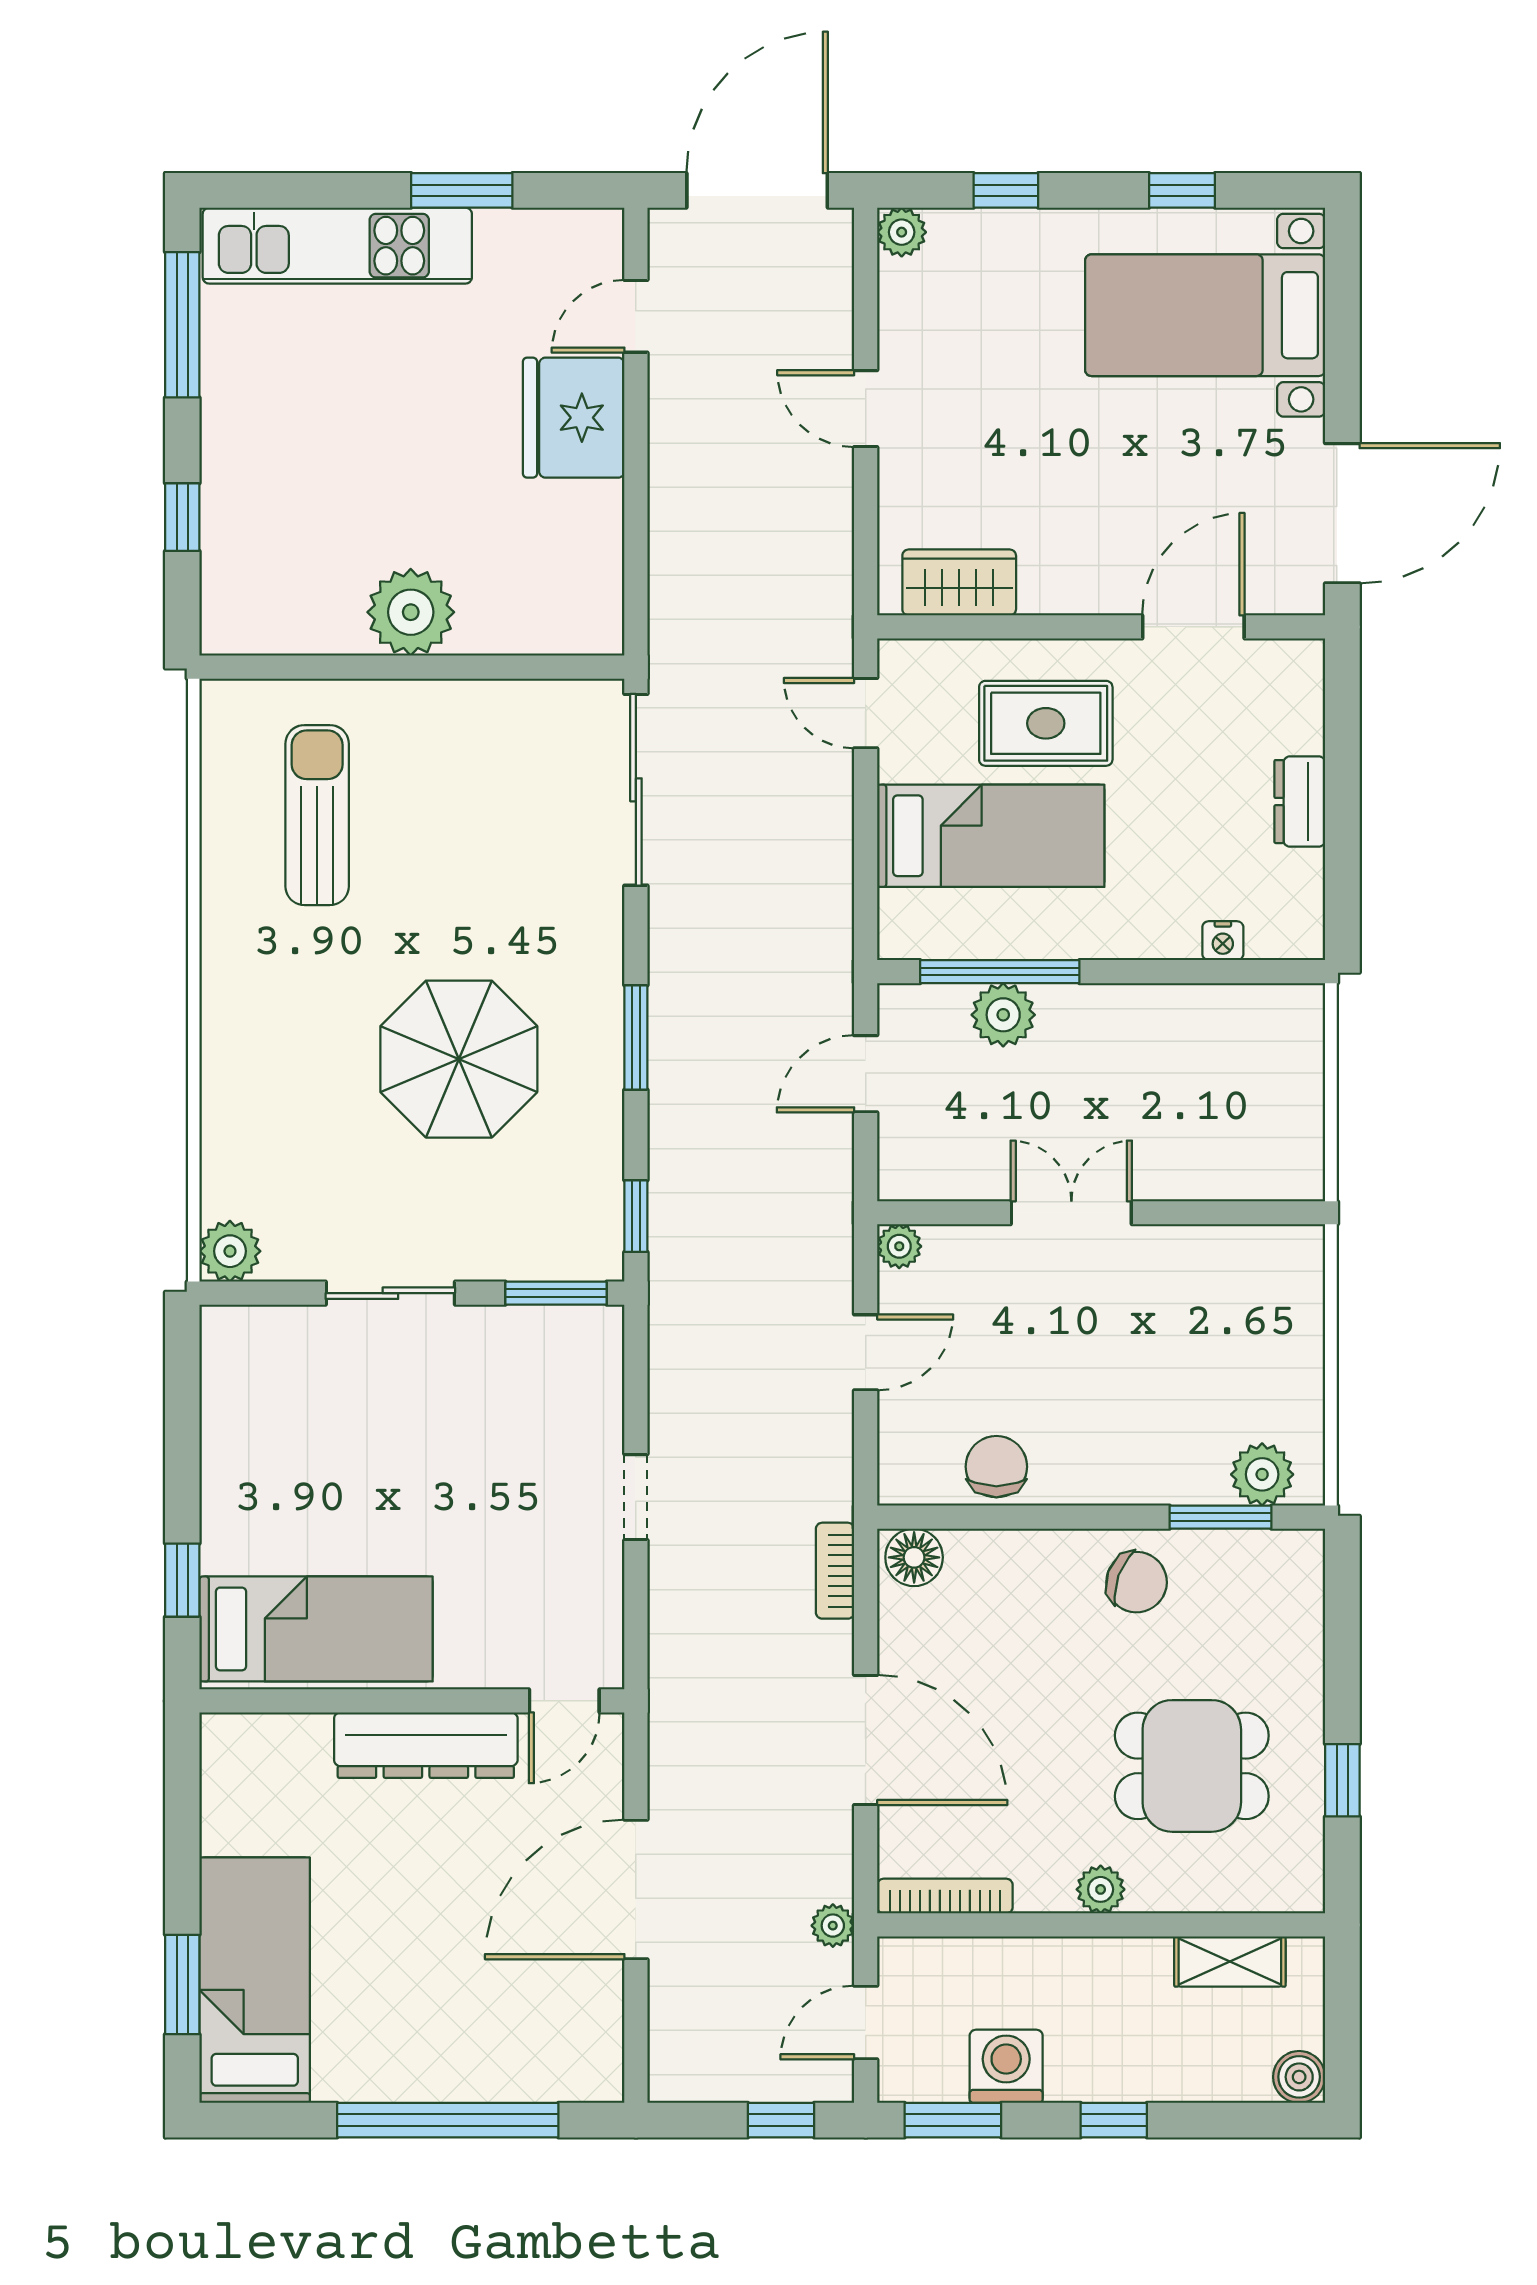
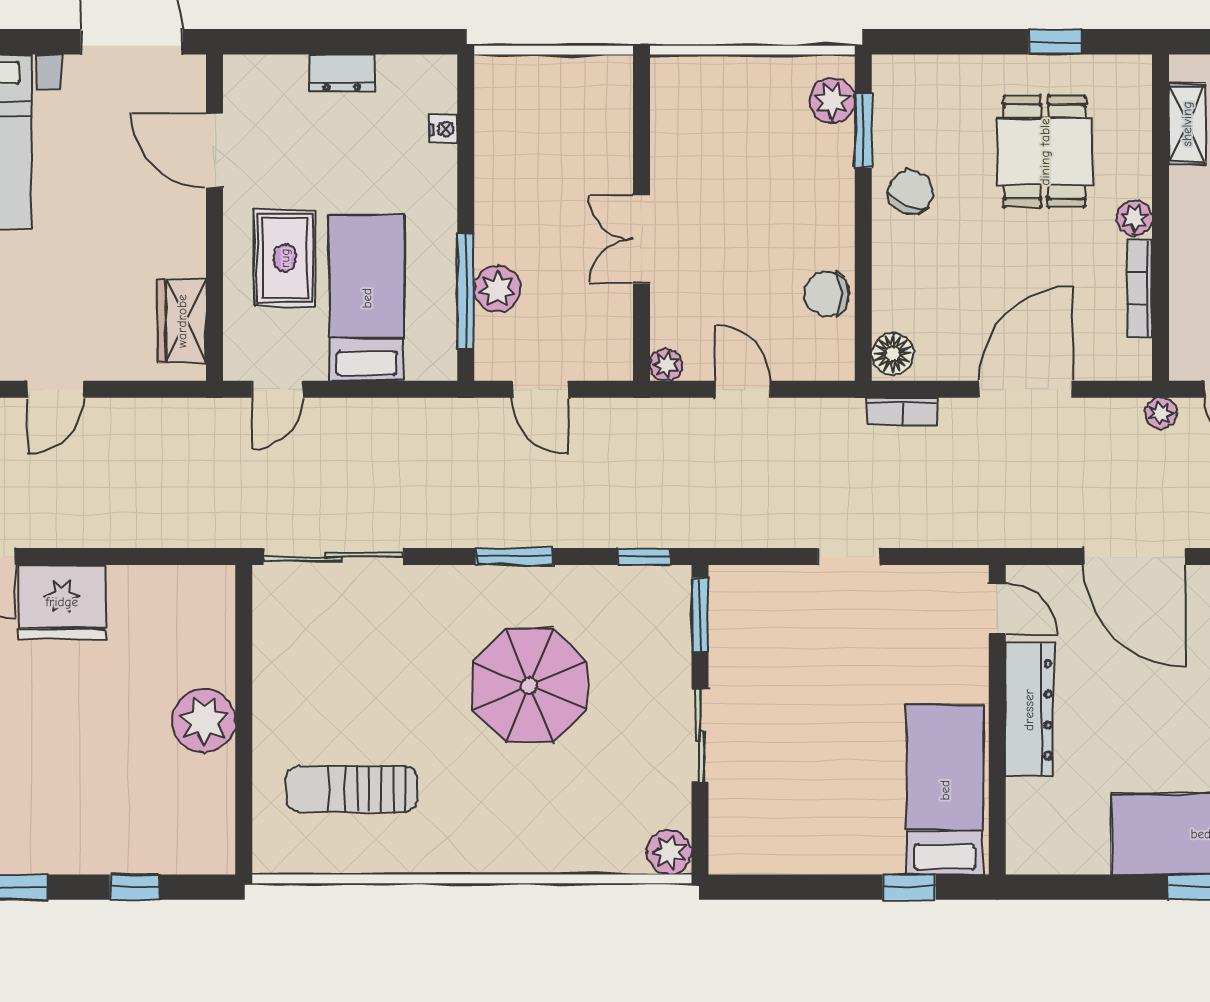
bookcase: (945, 1896) -> (1139, 288), moved

